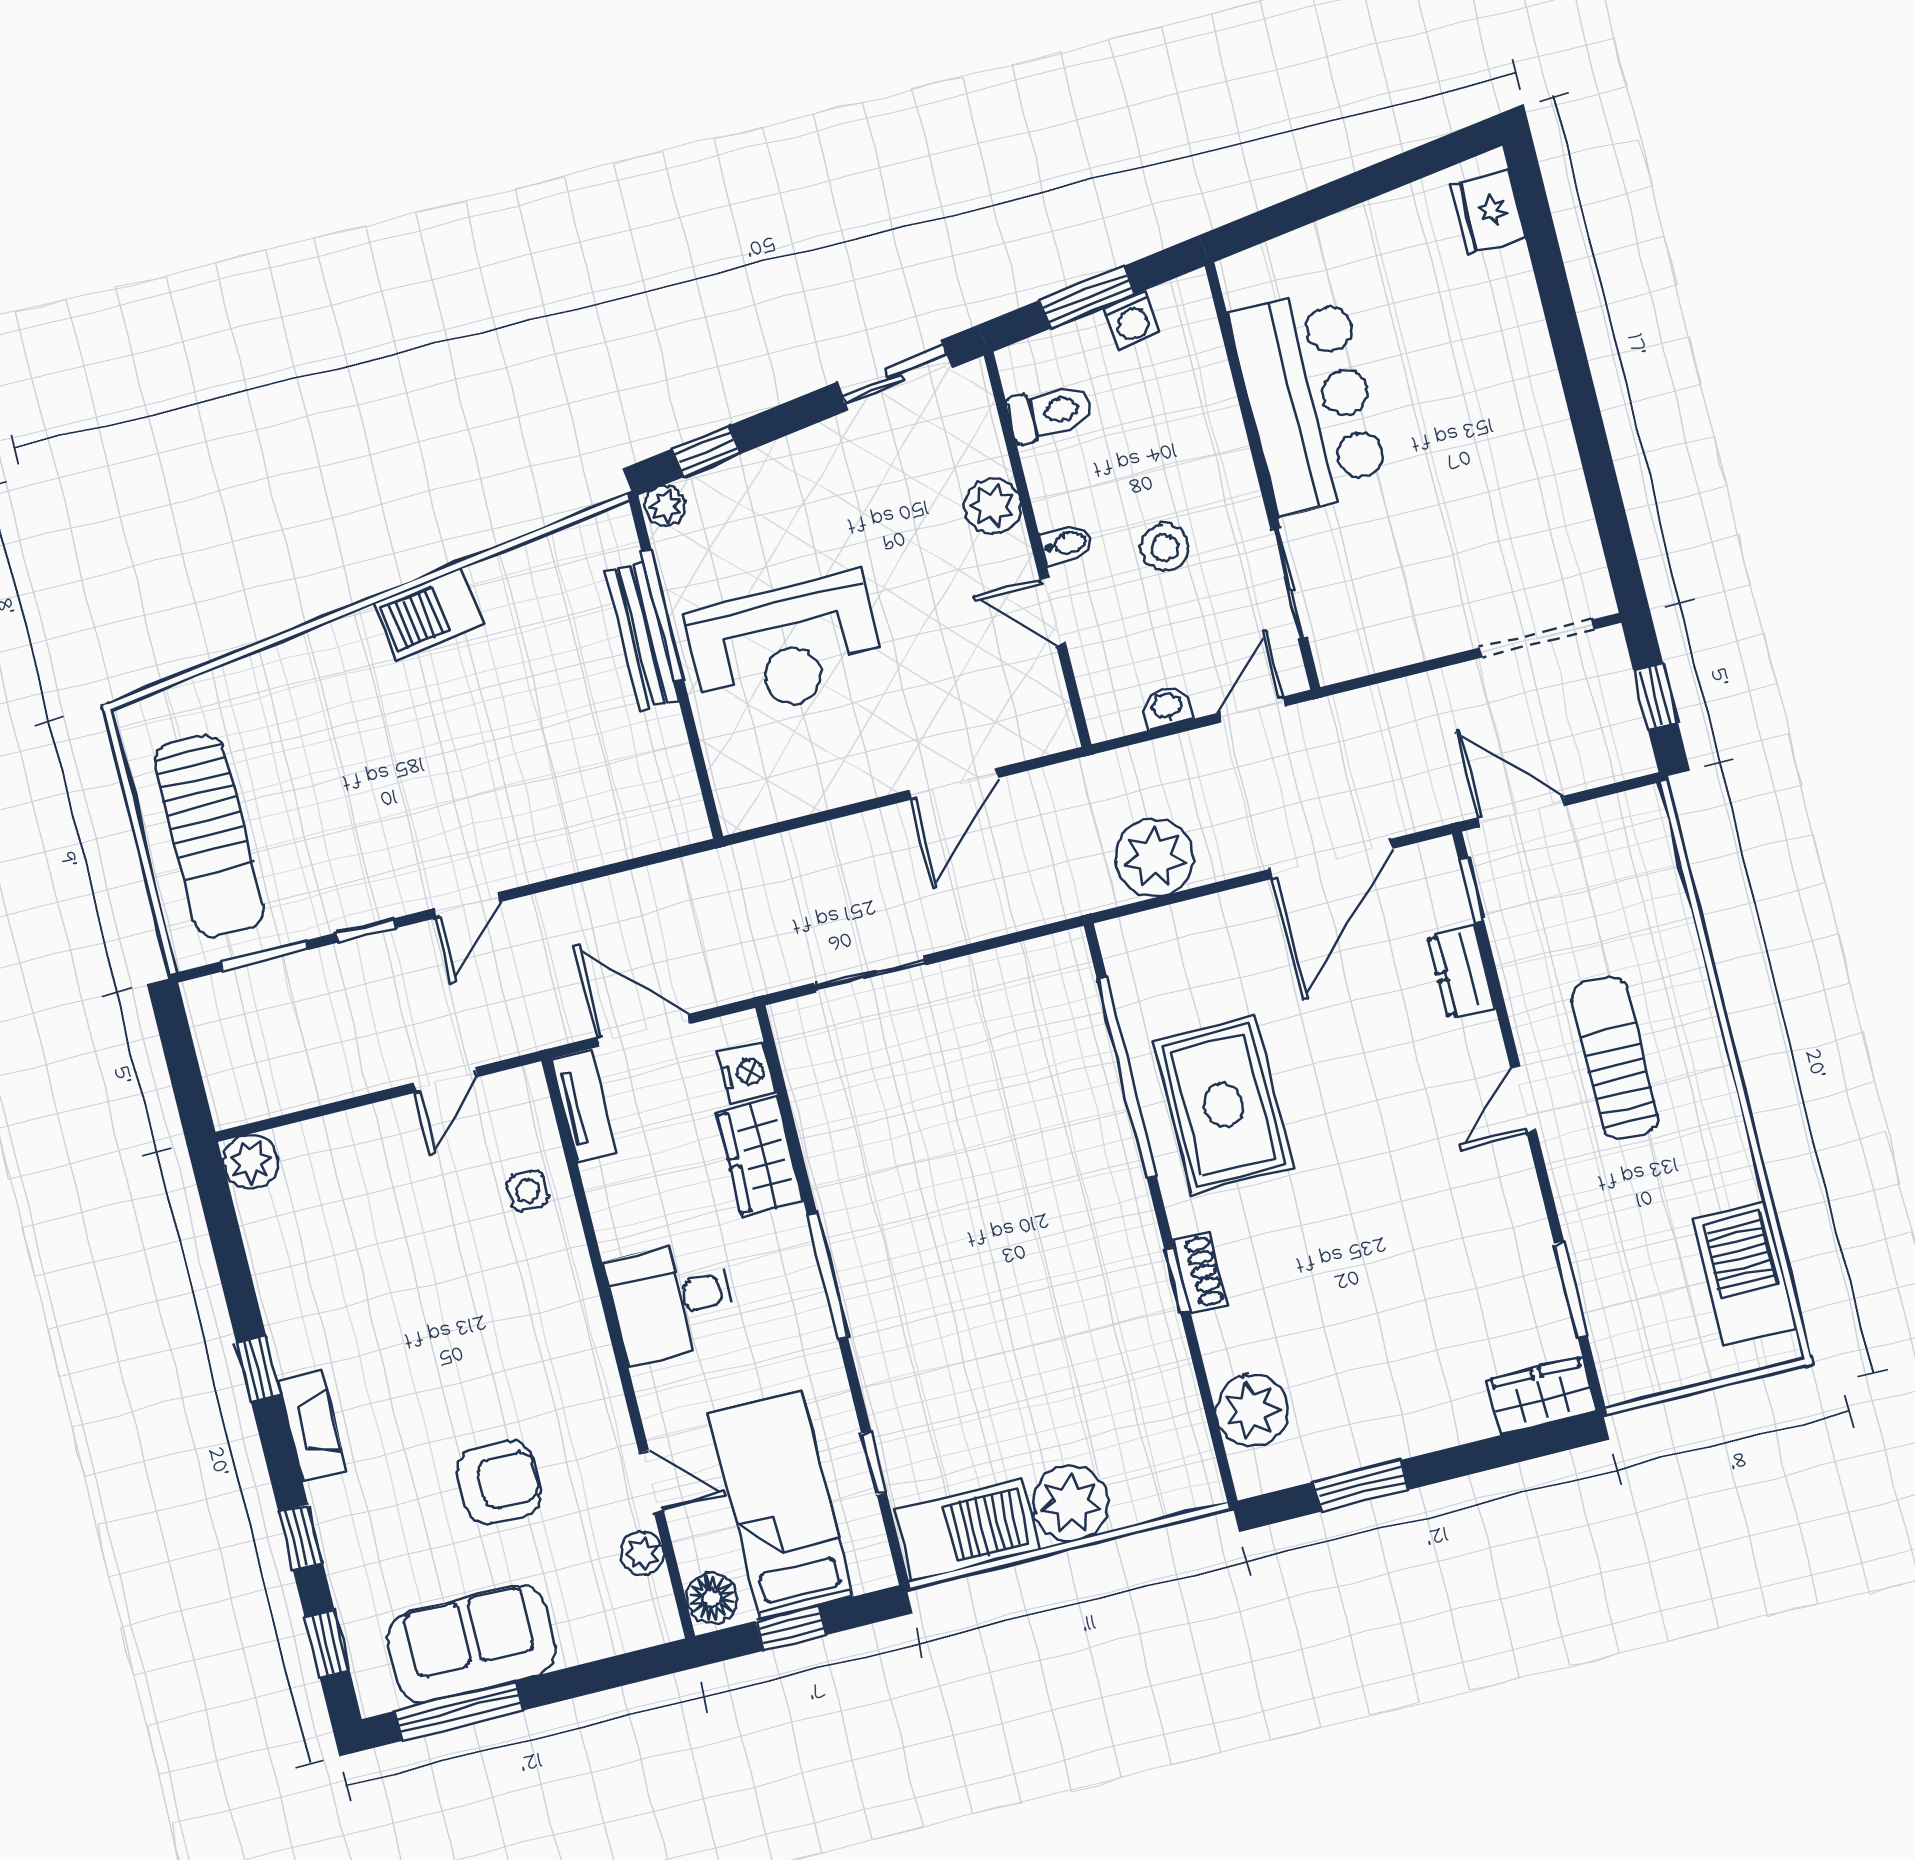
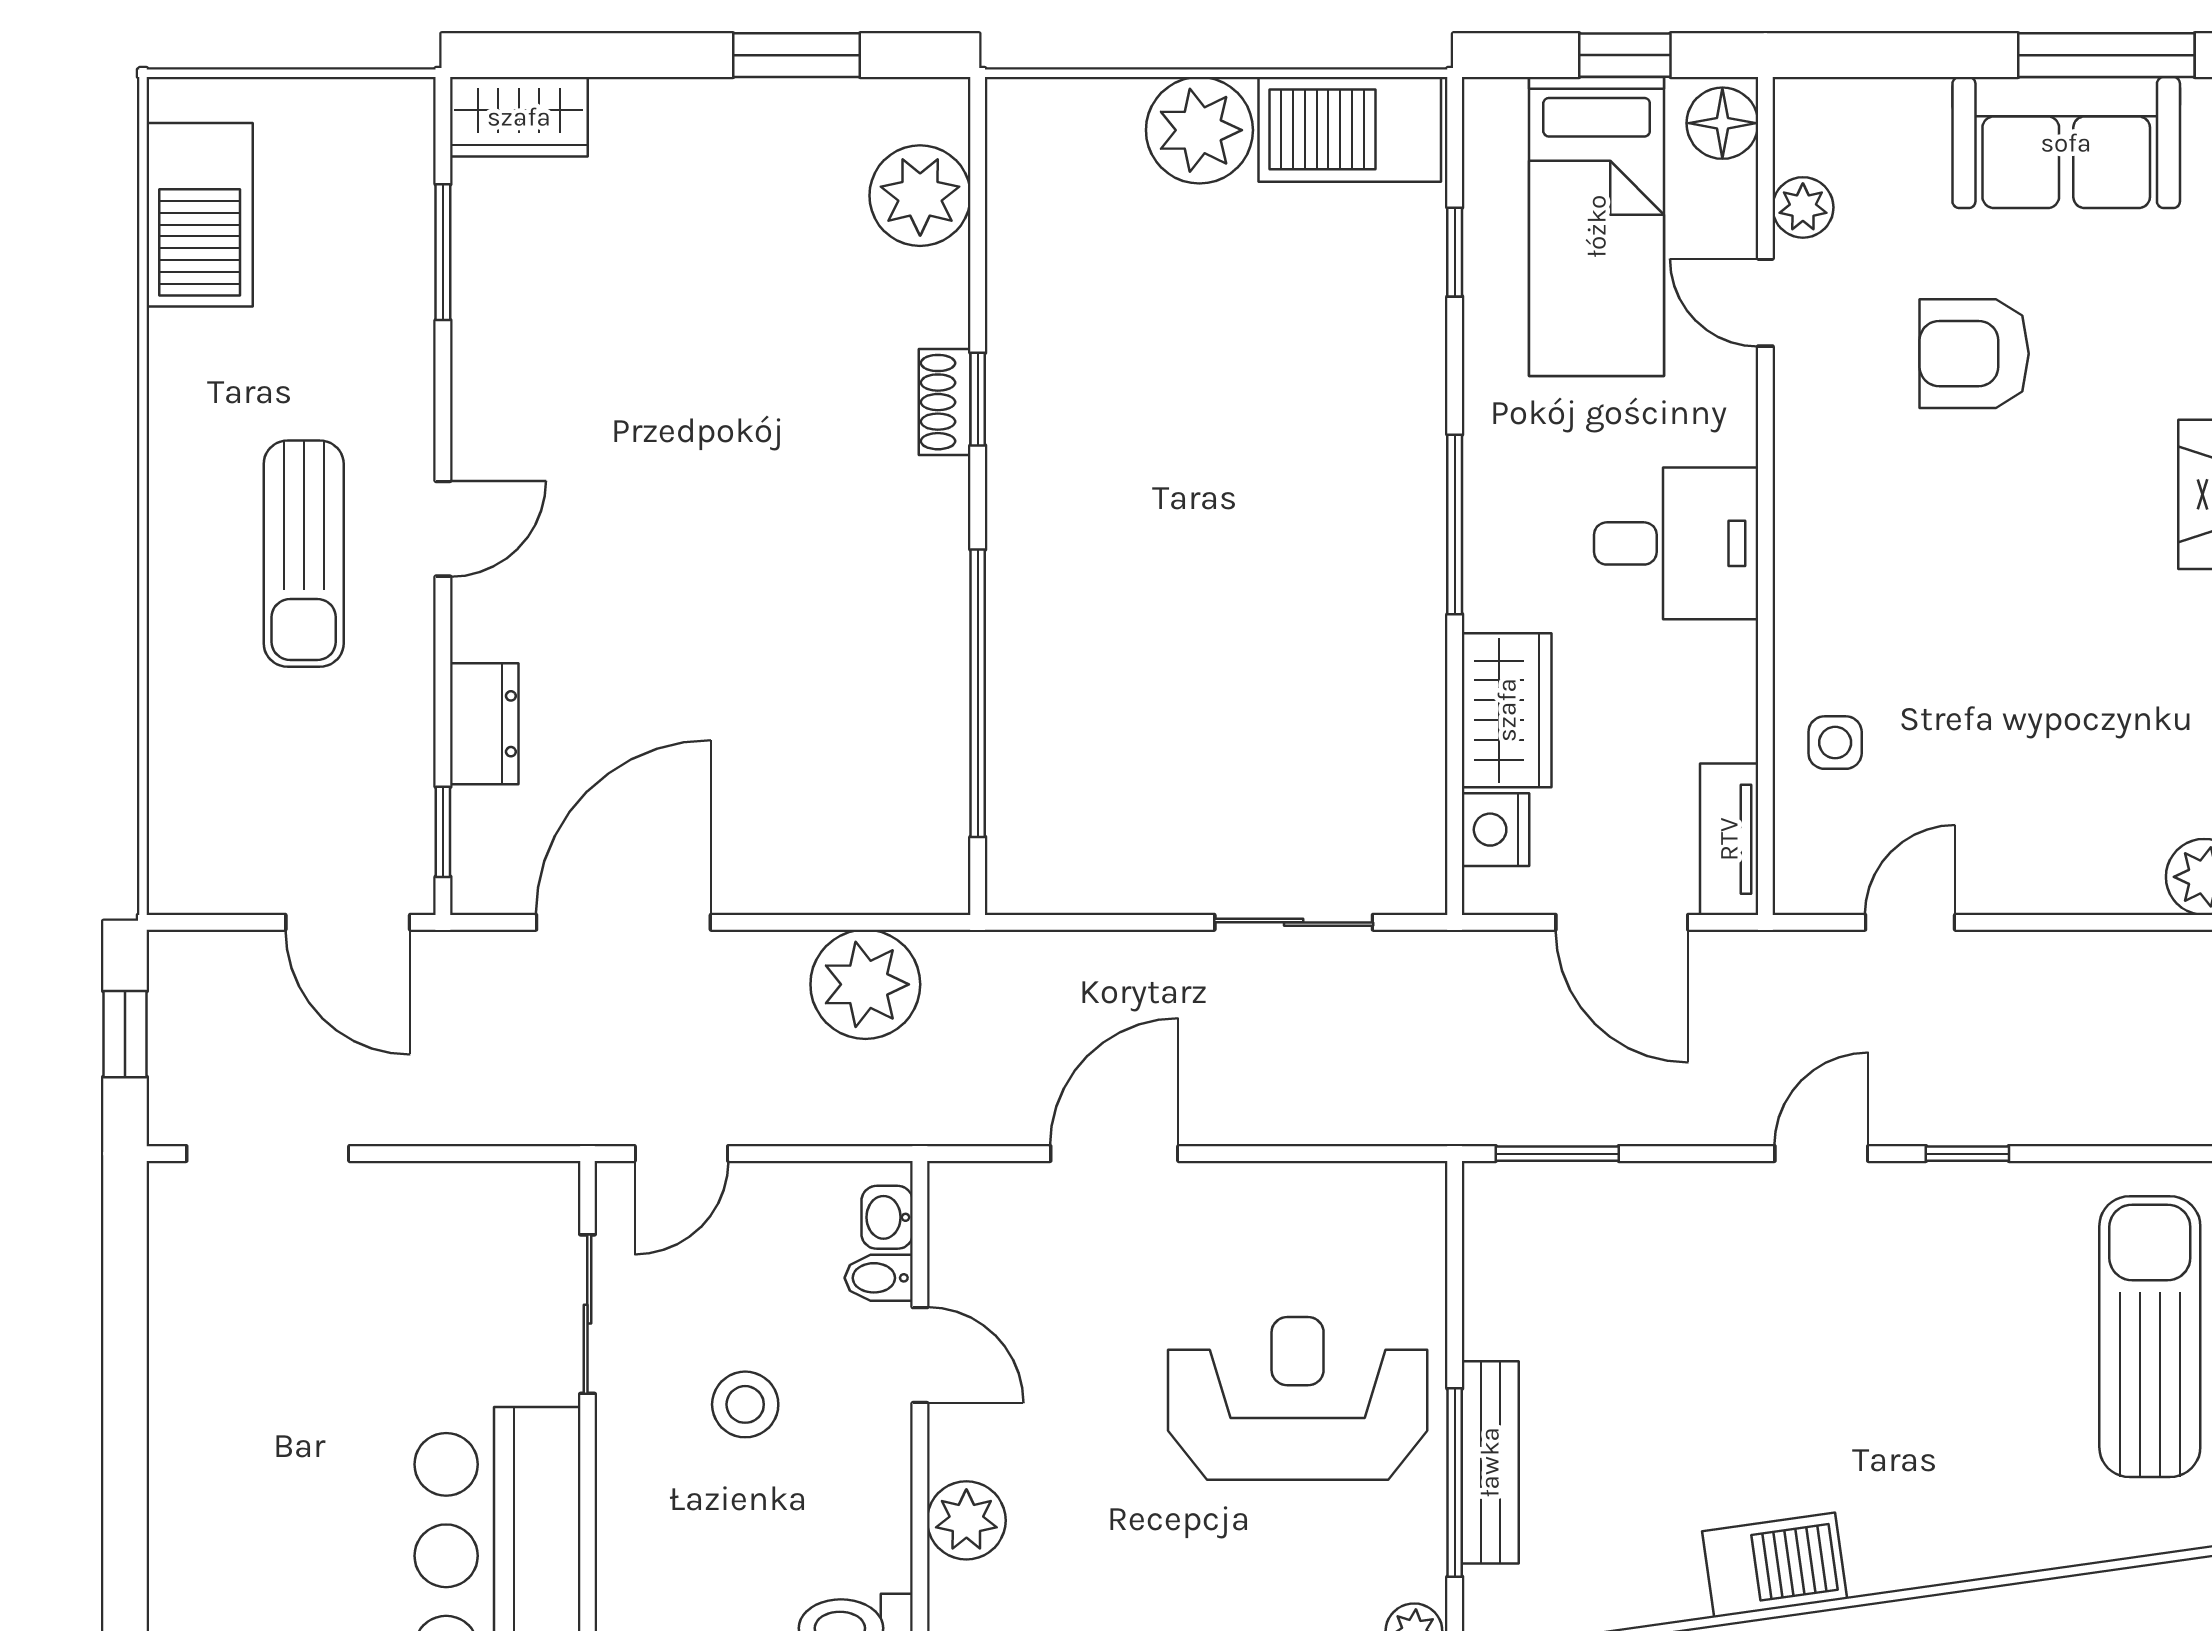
bidet: (1066, 544) -> (879, 1278), moved
washbasin: (1167, 707) -> (887, 1217), moved, turned 90
window: (264, 956) -> (1557, 1154), moved
rug: (1223, 1105) -> (855, 623), removed

